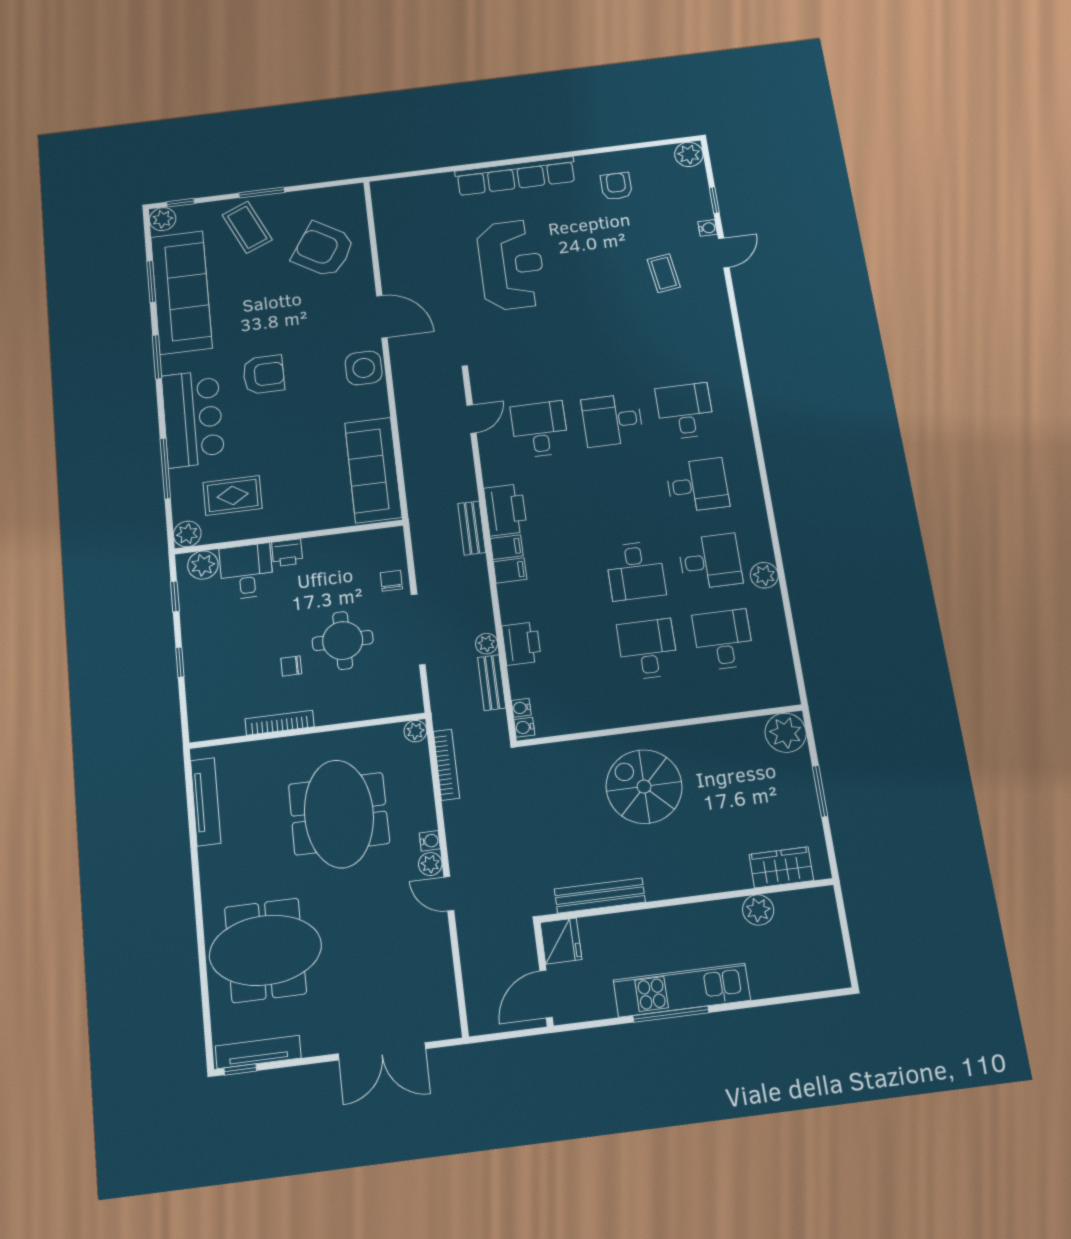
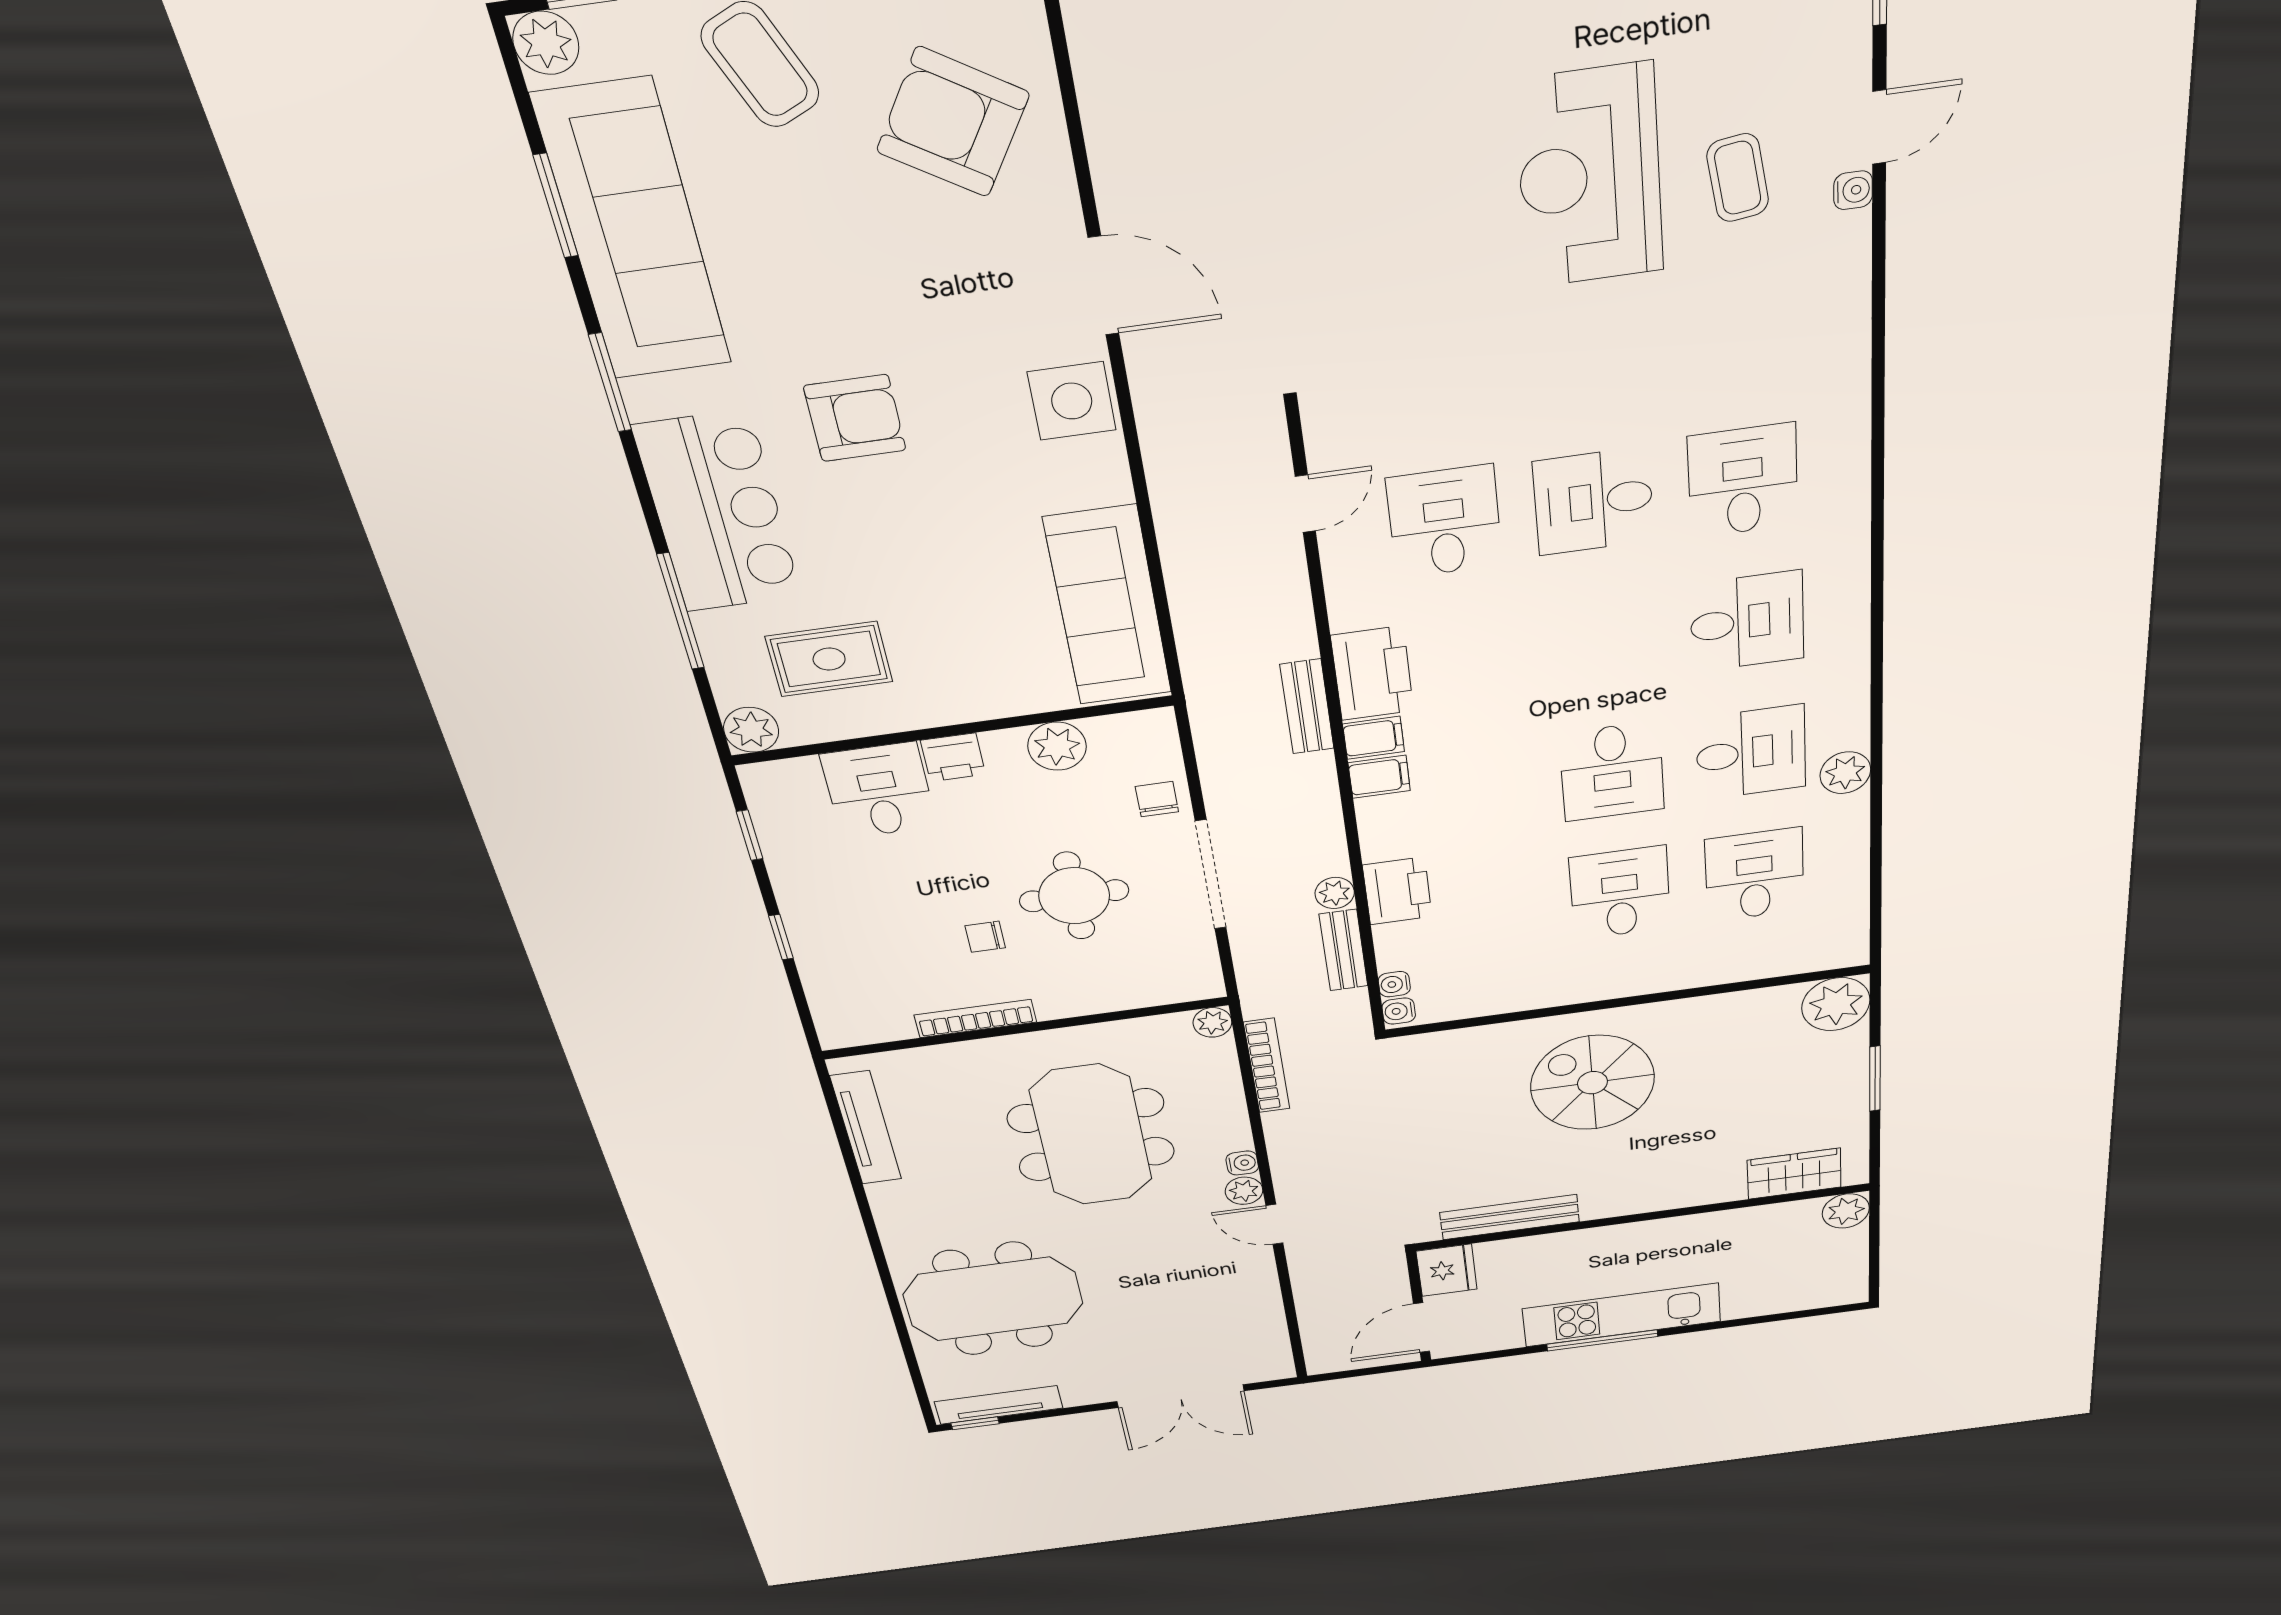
water cooler: (708, 228) -> (1853, 190), moved
reception desk: (511, 265) -> (1590, 177), moved, turned 180
plant: (203, 565) -> (1057, 746), moved
plant: (758, 910) -> (1846, 1211), moved

